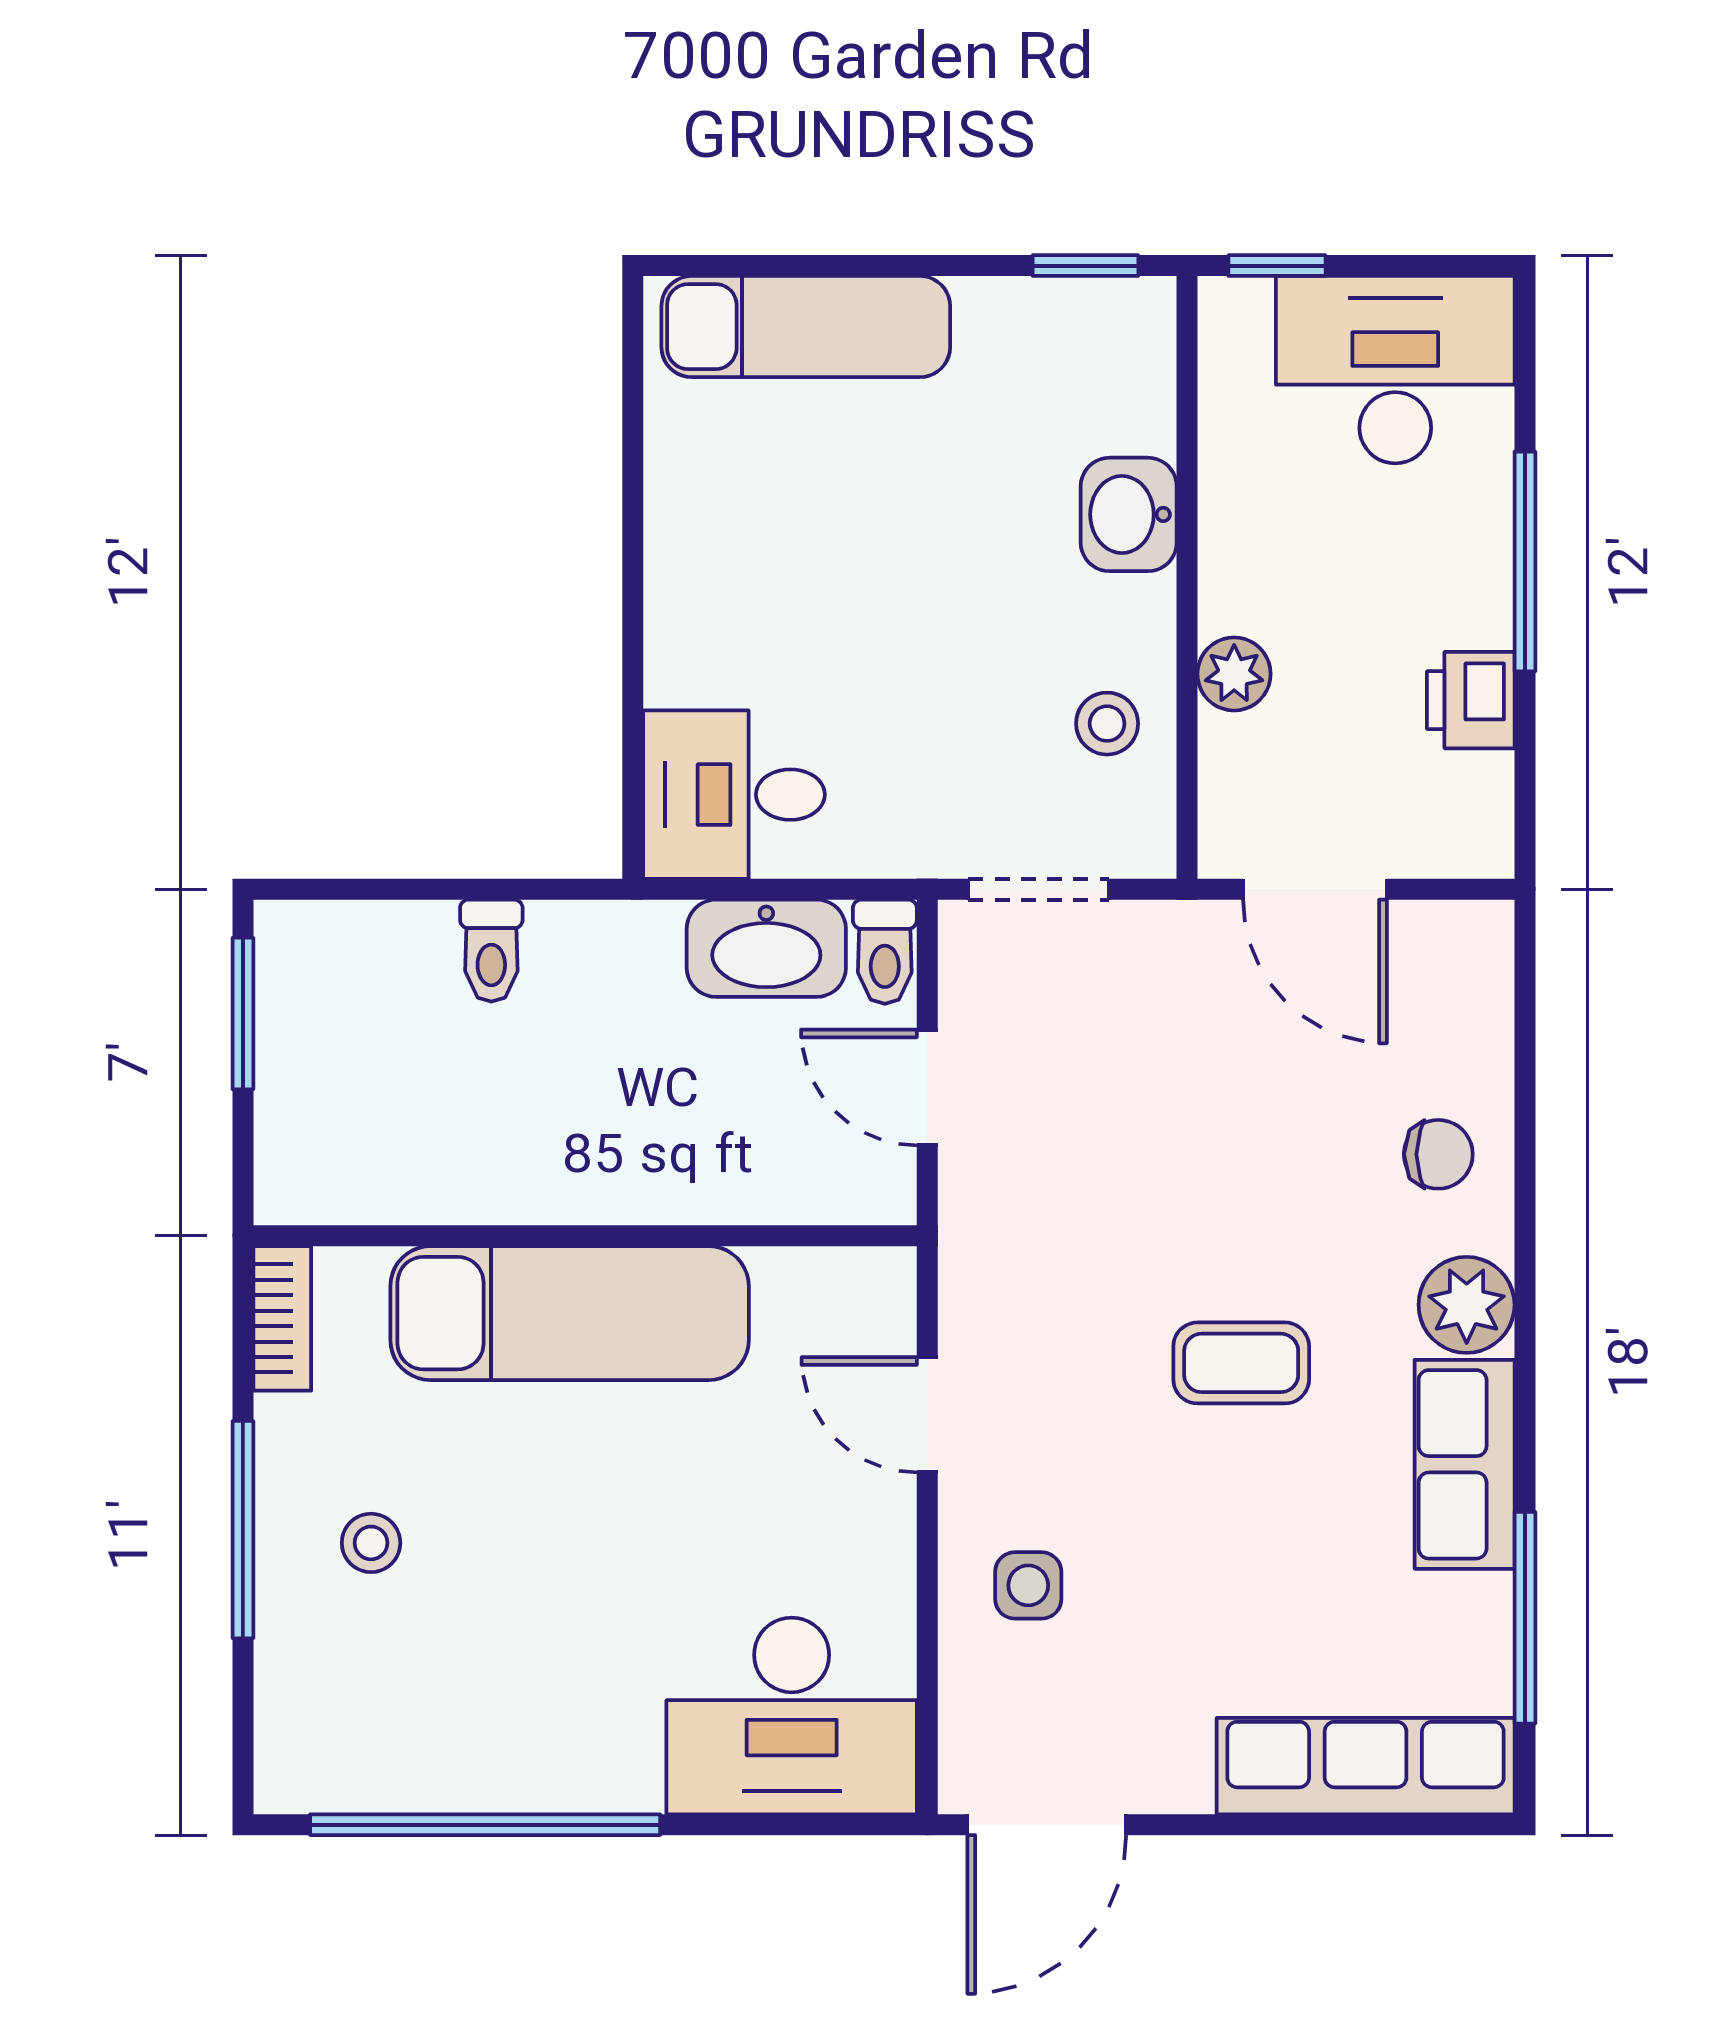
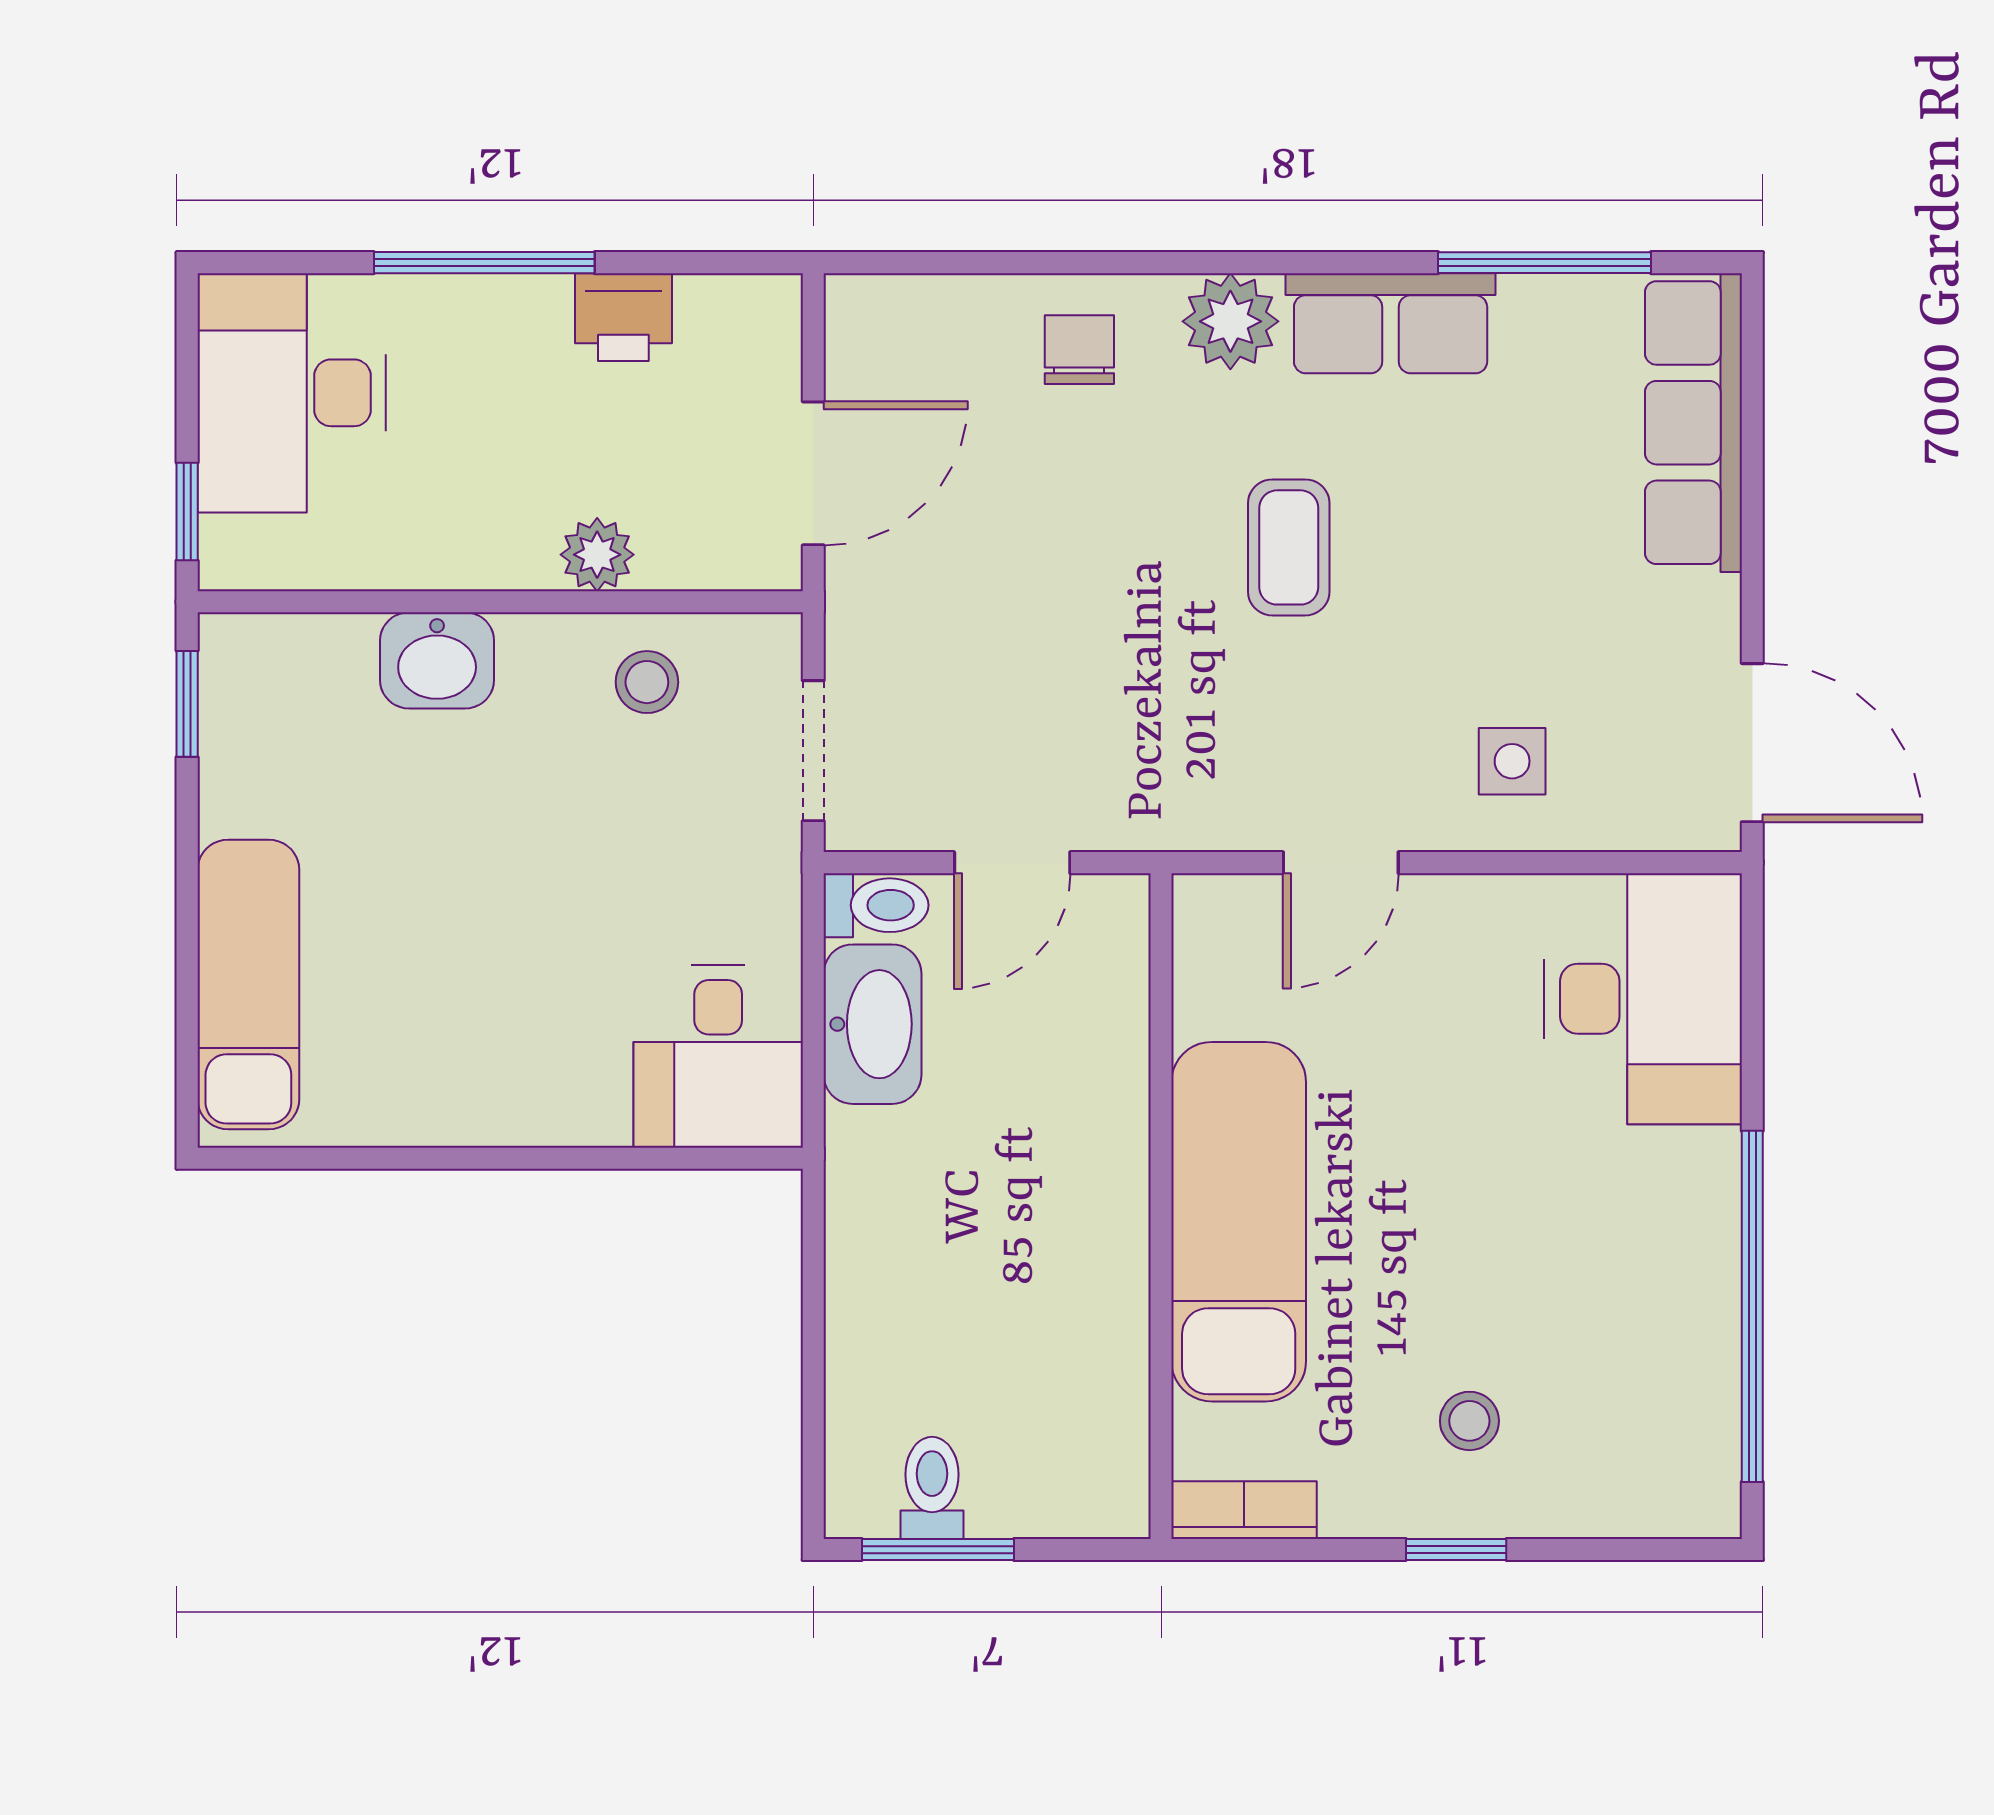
toilet: (491, 951) -> (932, 1488), moved, turned -90
window: (243, 1530) -> (1456, 1550), width x0.46

